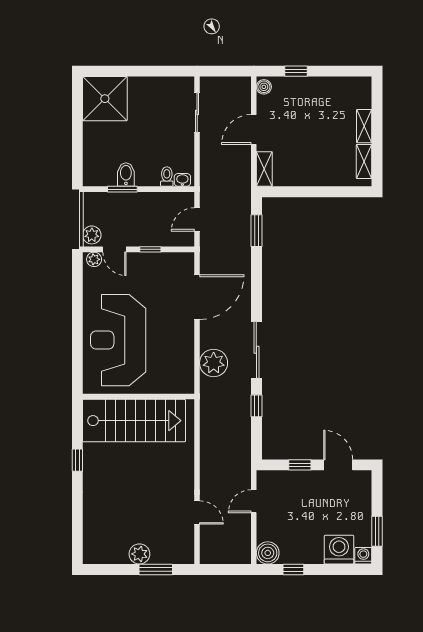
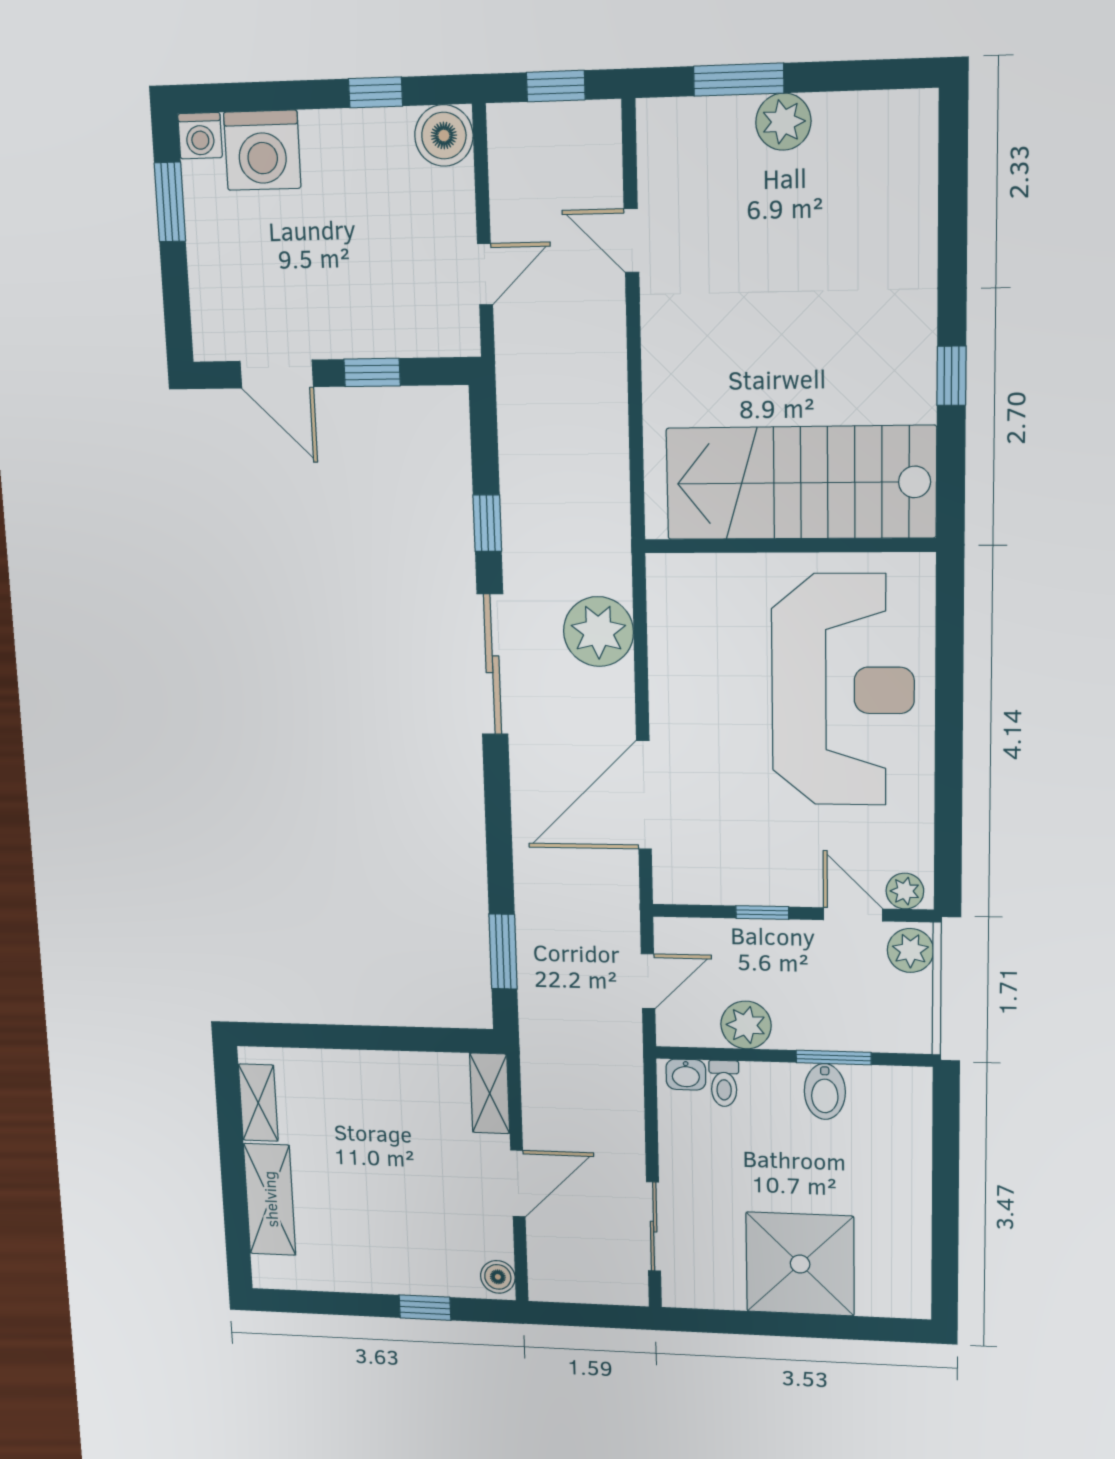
shower: (105, 99) -> (800, 1264), moved
shelving: (364, 126) -> (270, 1199), width x1.50, depth x1.33
plant: (158, 202) -> (746, 1025), added
window: (224, 569) -> (556, 86), added

